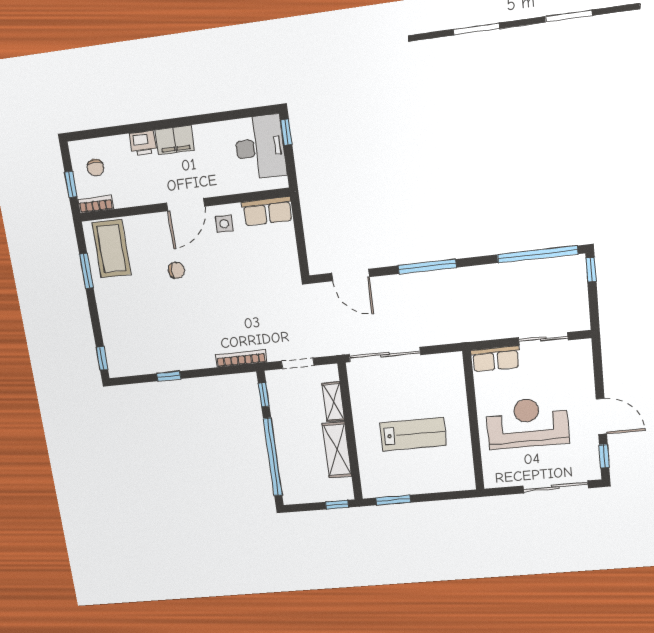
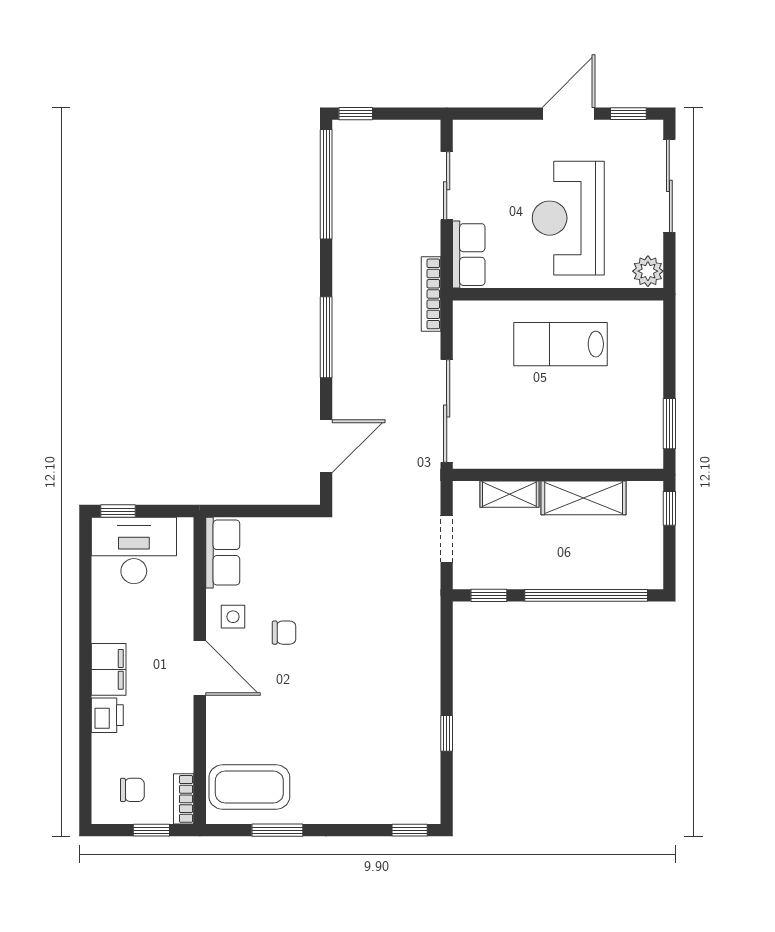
chair: (176, 270) -> (284, 633), moved, turned 90
bookcase: (241, 359) -> (431, 294), moved
lab bench: (413, 434) -> (560, 344), moved, turned -90
plant: (495, 478) -> (648, 271), added

